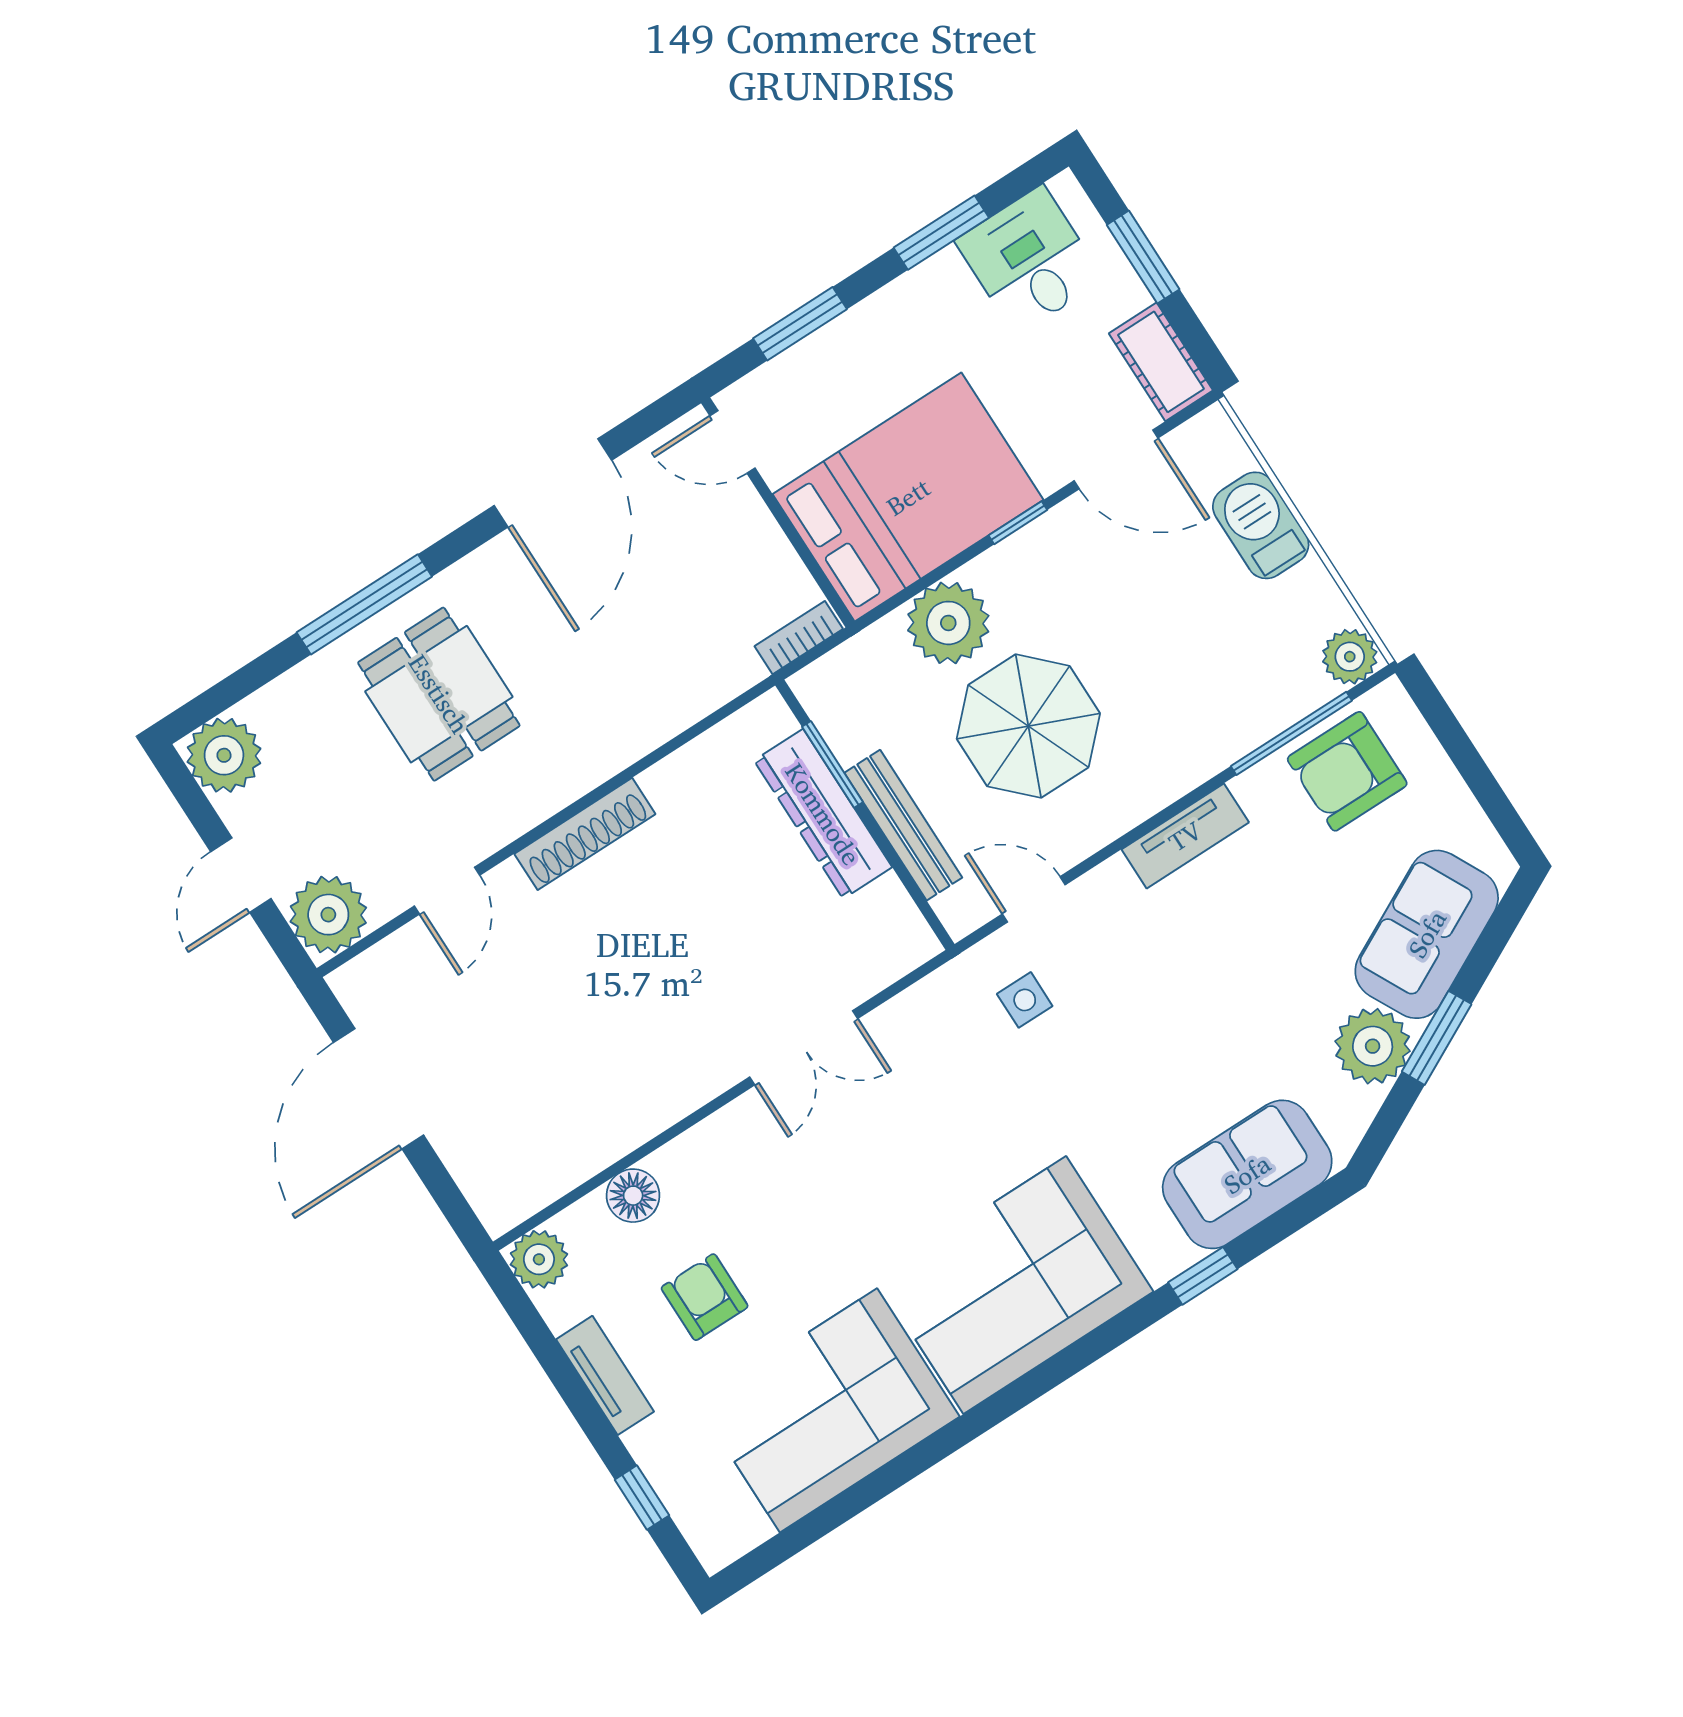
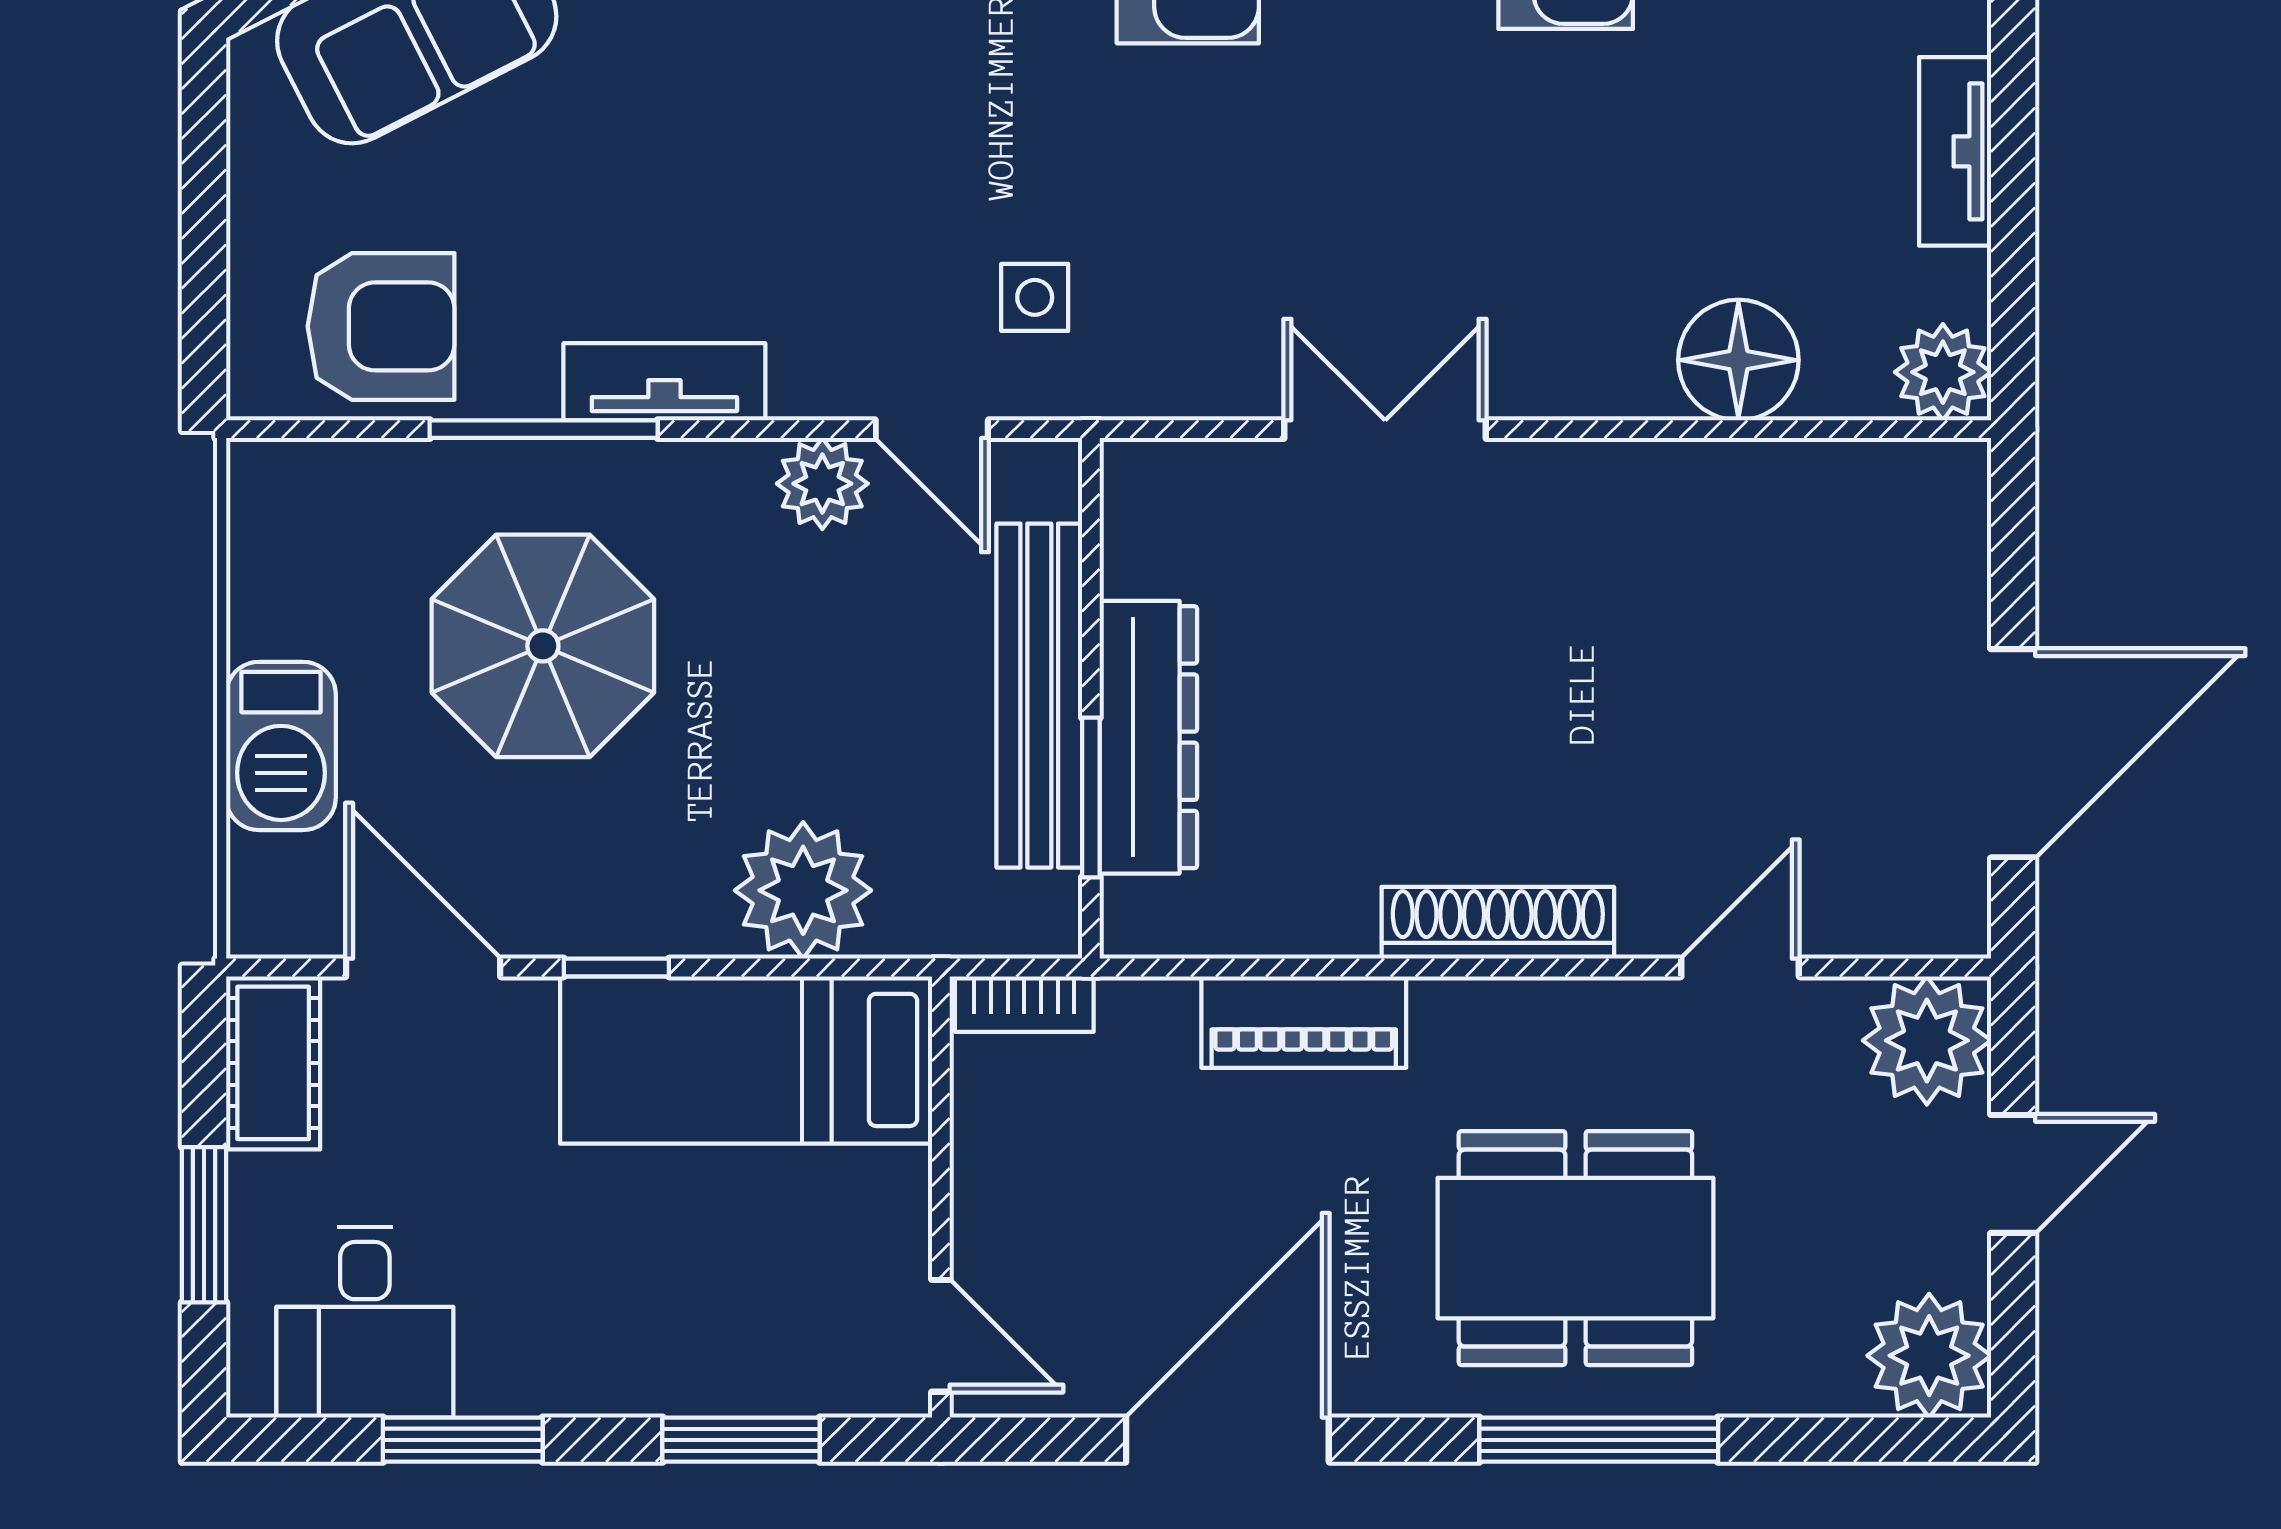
bed: (908, 497) -> (746, 1060), width x0.67
plant: (1350, 657) -> (822, 484), moved
dining table: (439, 694) -> (1575, 1248), width x1.37
piano: (651, 720) -> (1304, 1022), added
parasol: (1028, 726) -> (543, 646), moved
window: (1291, 733) -> (544, 429), moved
bench: (903, 825) -> (1039, 696), width x1.37, depth x1.21
floor lamp: (633, 1196) -> (1738, 360), width x1.38, depth x1.38
armchair: (705, 1297) -> (1746, 171), removed

